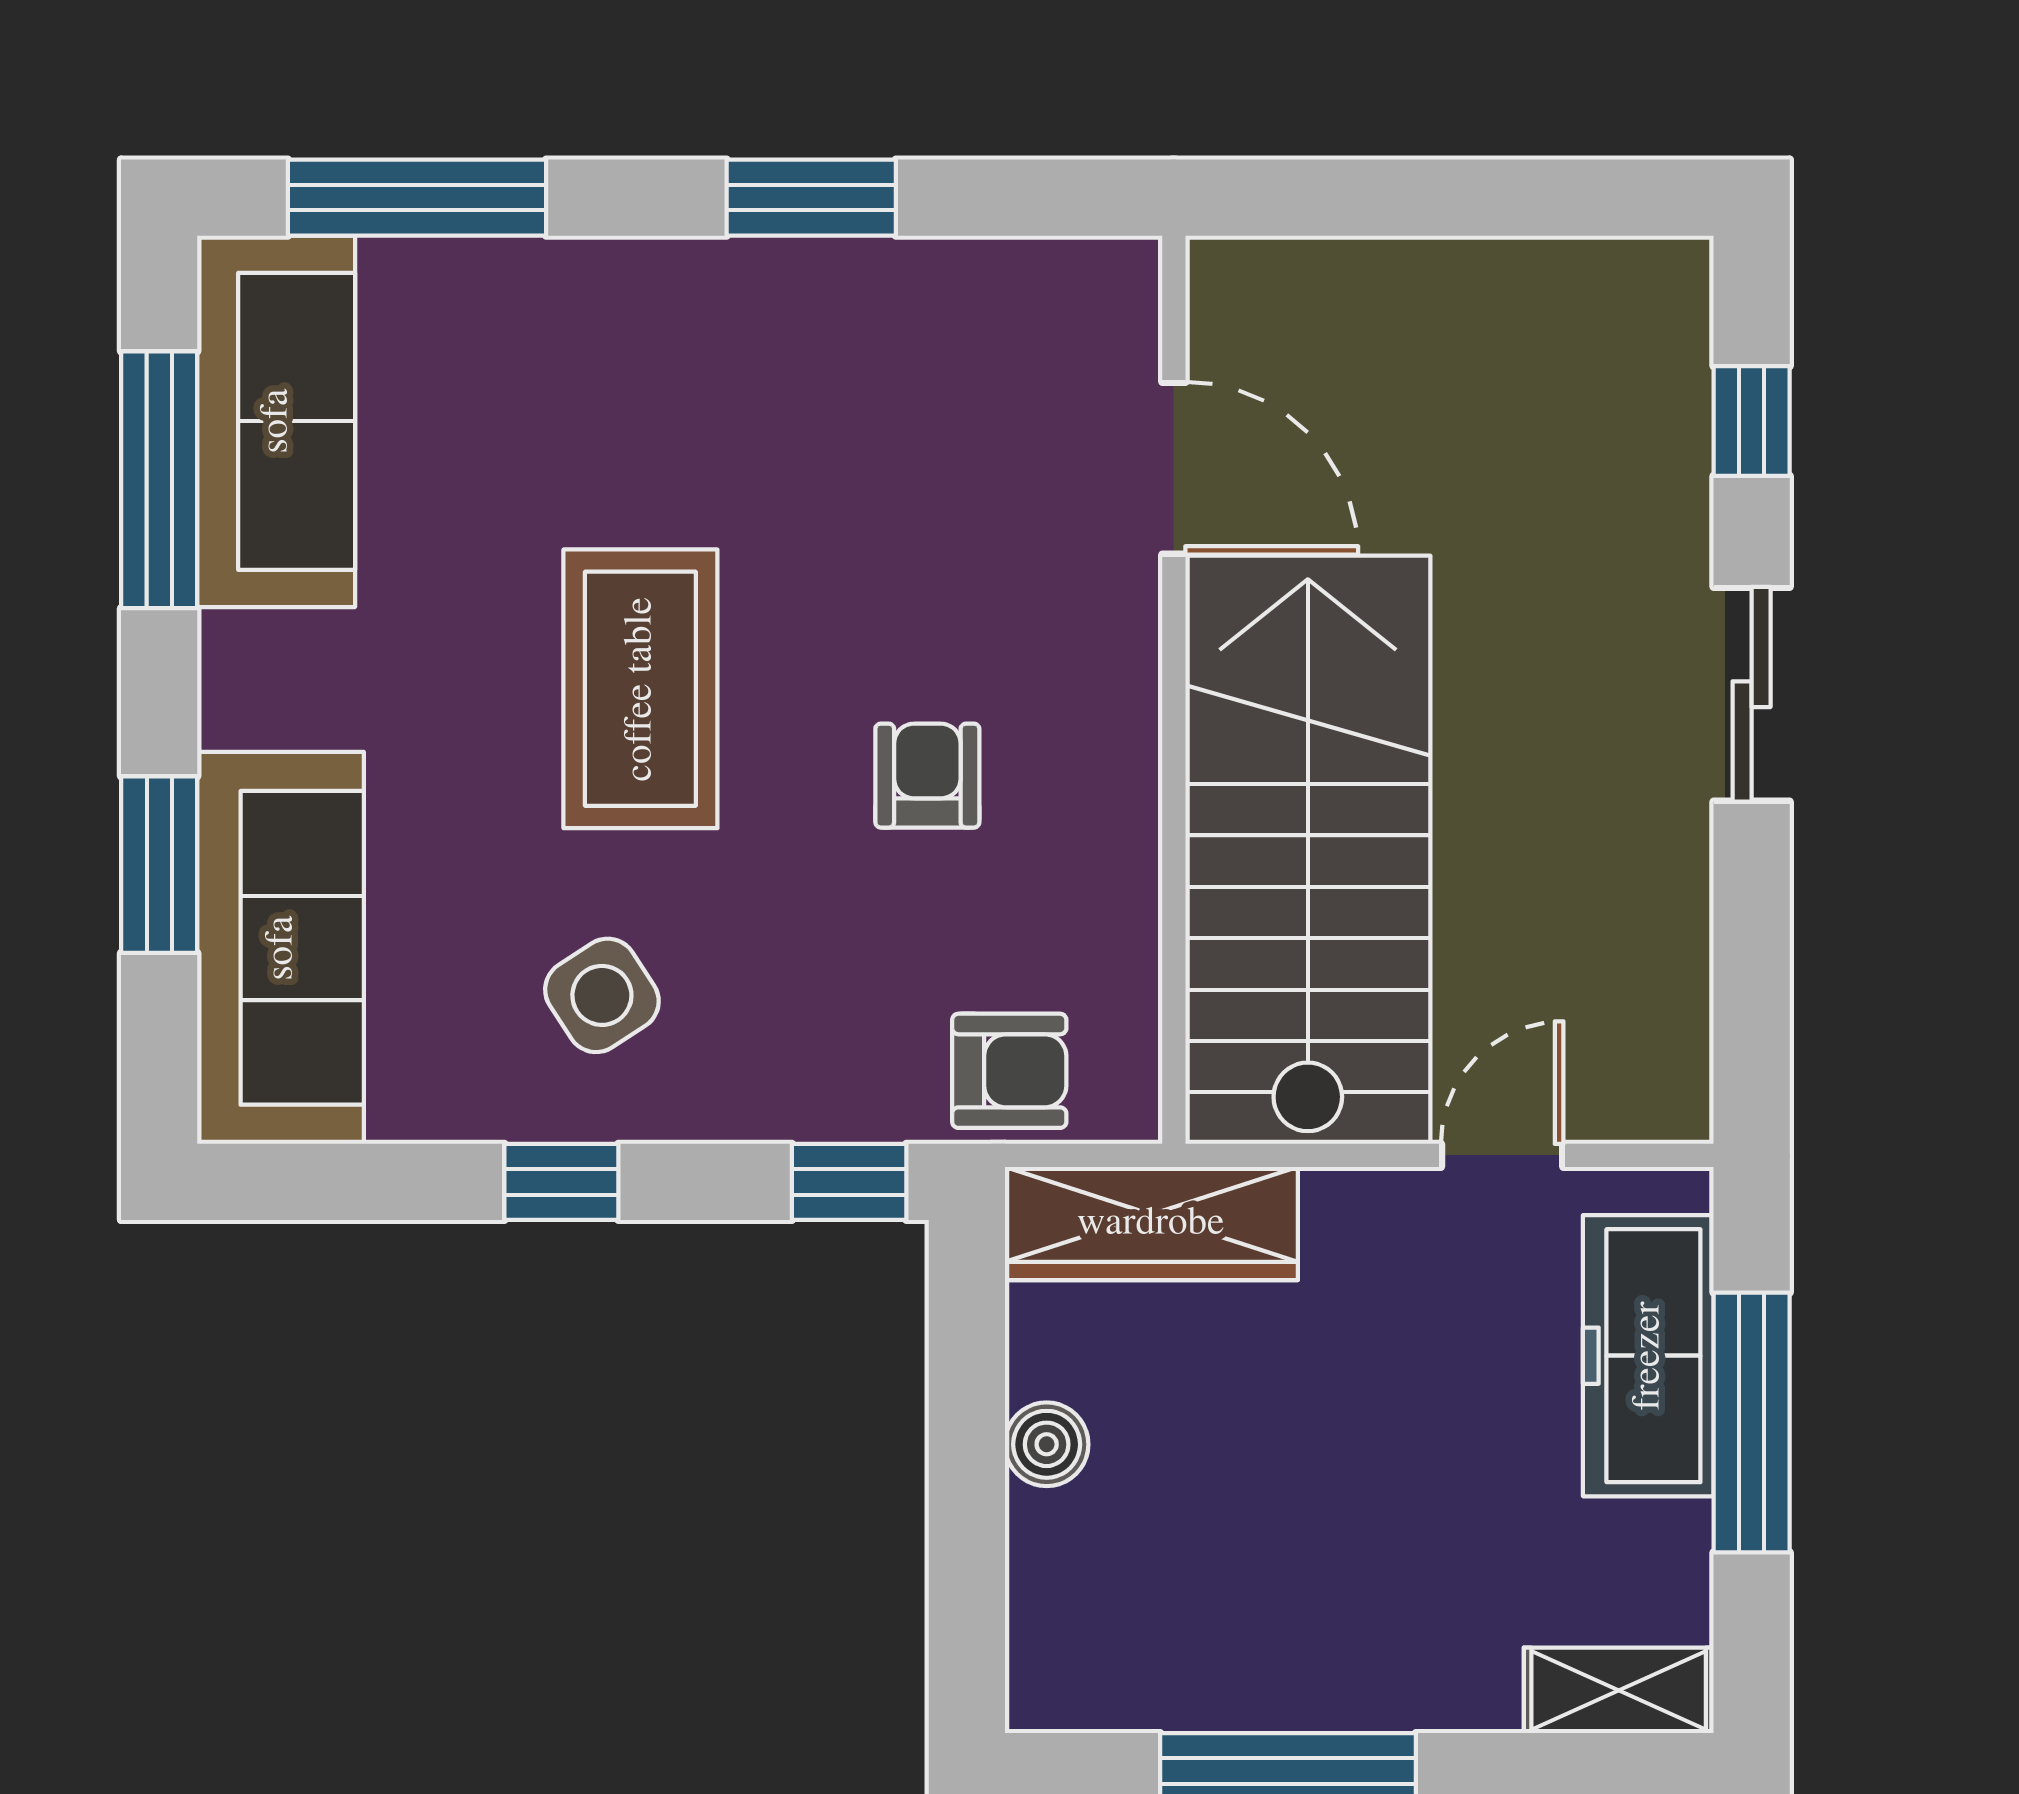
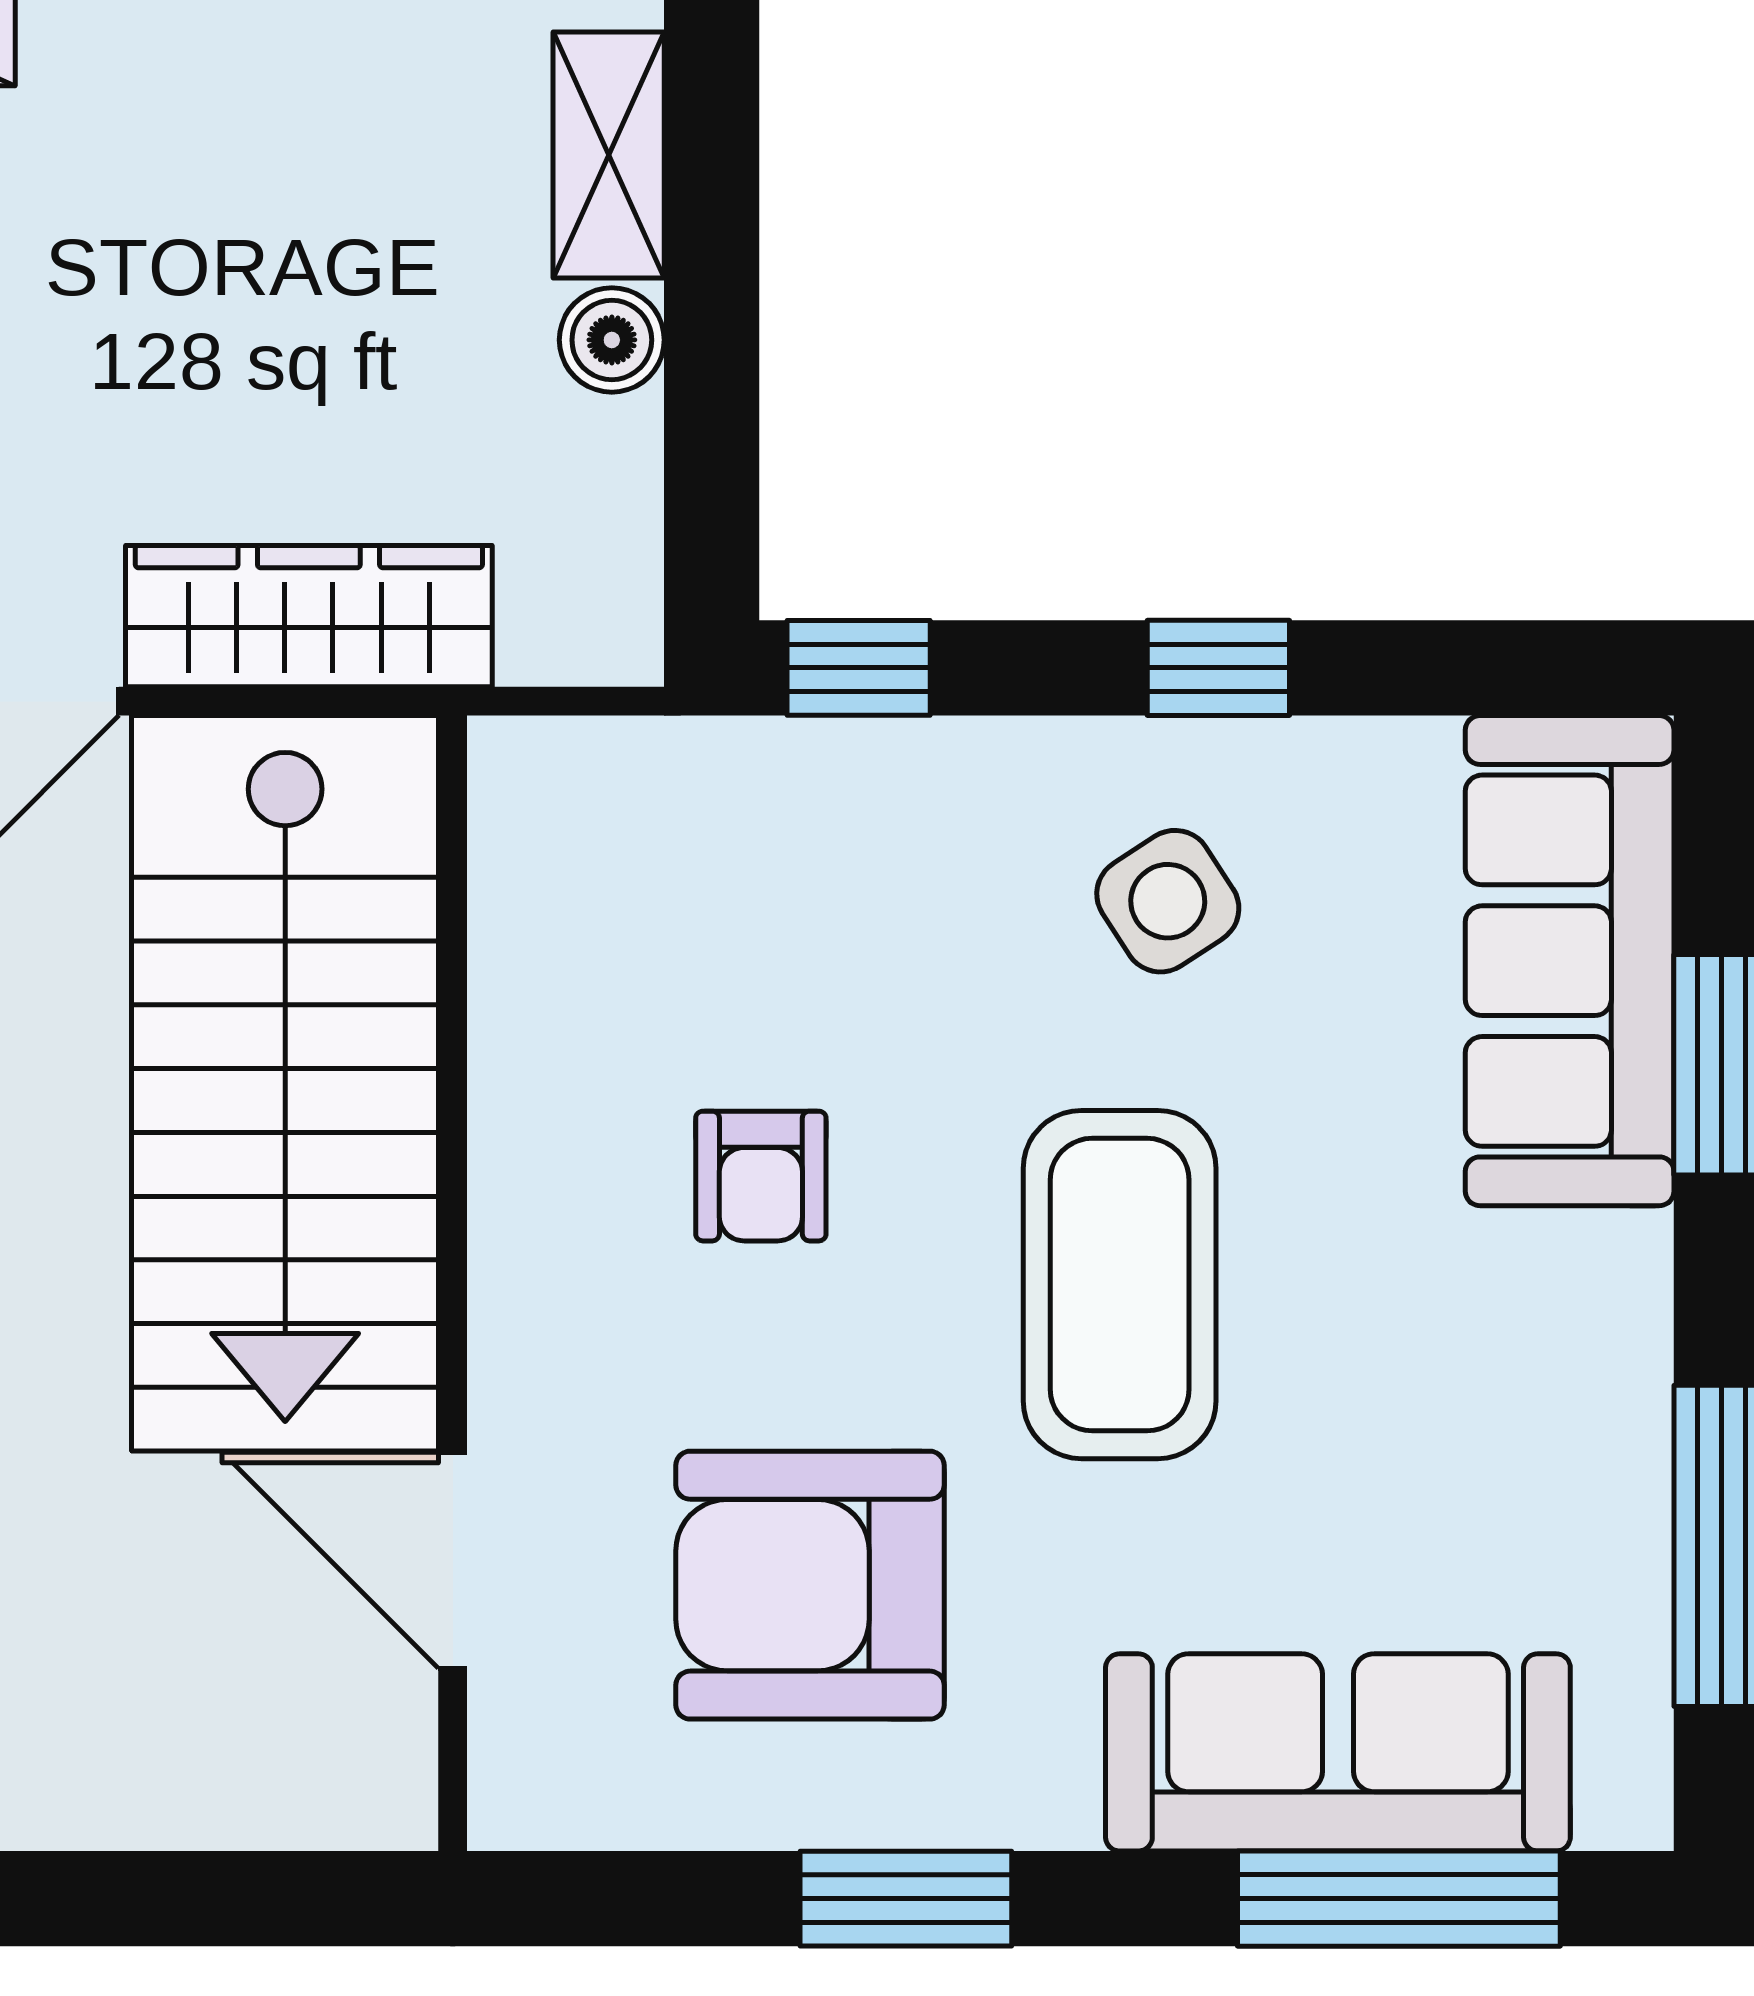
sofa: (276, 421) -> (1338, 1752), moved, turned 90
armchair: (1009, 1071) -> (810, 1585), moved, width x1.88, depth x1.88
wardrobe: (1151, 1223) -> (309, 616), moved
shelving: (1049, 1592) -> (609, 155), added

